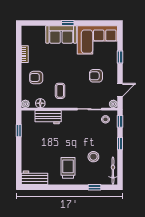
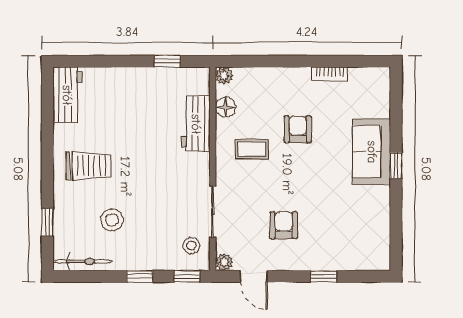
corner sofa: (97, 40) -> (360, 228), removed
armchair: (36, 78) -> (298, 129), moved

